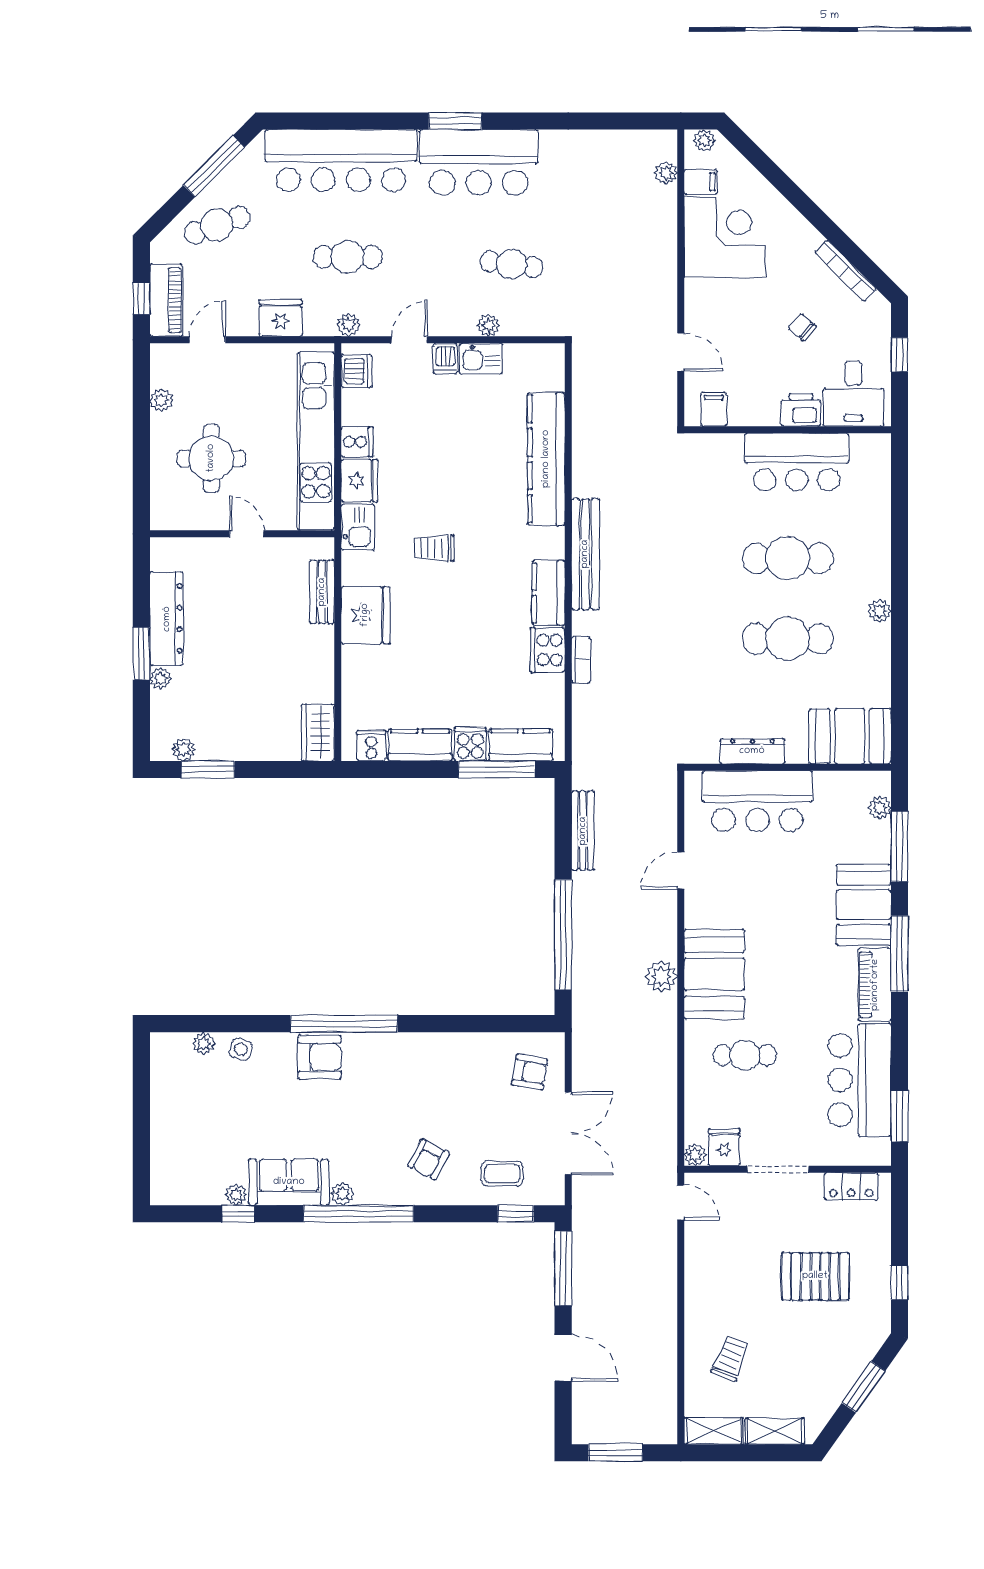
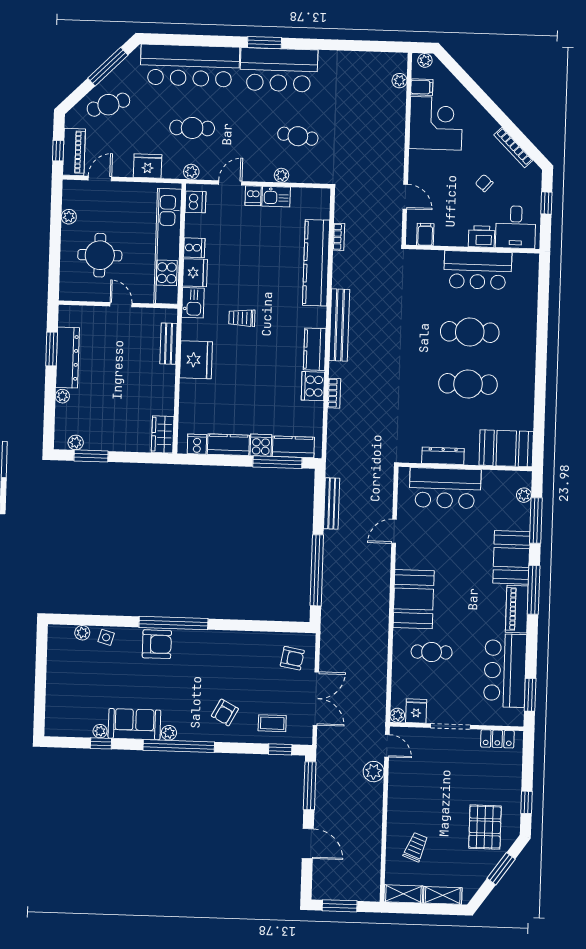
bookcase: (580, 418) -> (339, 237), added
plant: (880, 611) -> (528, 368), removed
window: (141, 654) -> (52, 349), moved
plant: (661, 976) -> (374, 772), moved
pallet: (815, 1276) -> (485, 827), moved, turned 90

